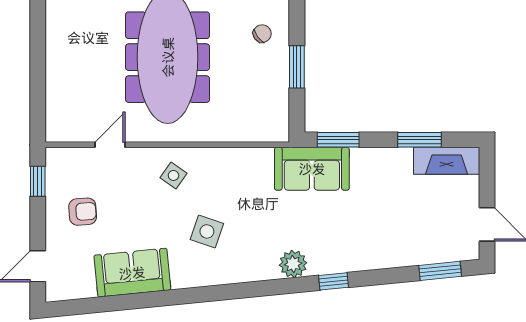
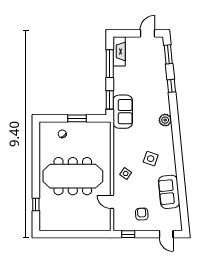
window: (420, 140) -> (110, 64), width x1.44
window: (333, 281) -> (171, 86), moved

